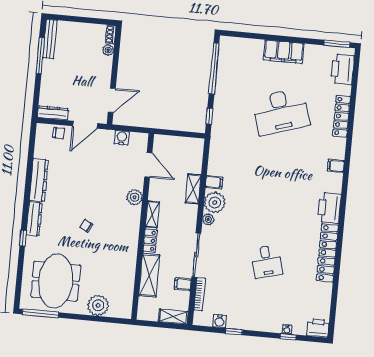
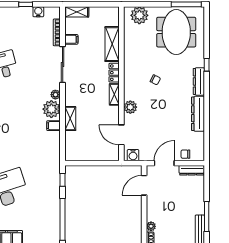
door: (148, 165) -> (121, 135), moved
plant: (135, 197) -> (130, 107), moved
shelving: (152, 214) -> (114, 94), moved
wall: (143, 227) -> (121, 84), moved
locker: (150, 241) -> (114, 73), moved
shelving: (149, 275) -> (112, 44), moved

